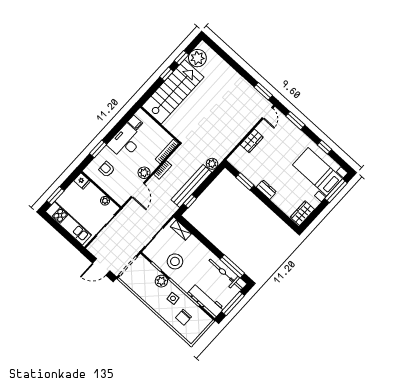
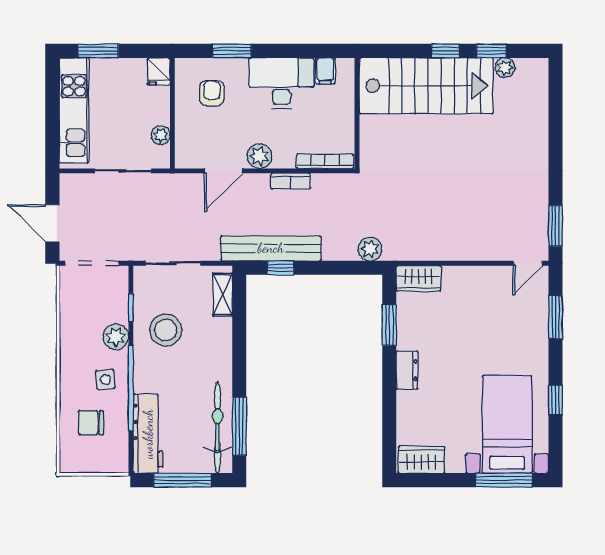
plant: (197, 58) -> (505, 68), width x0.53, depth x0.53
wardrobe: (252, 141) -> (419, 278), moved
bench: (191, 186) -> (271, 248), moved

